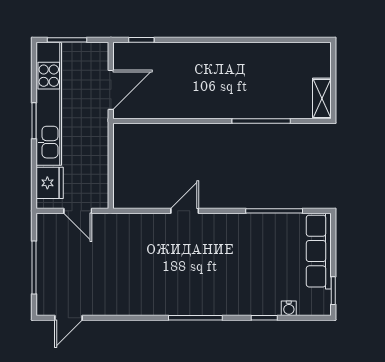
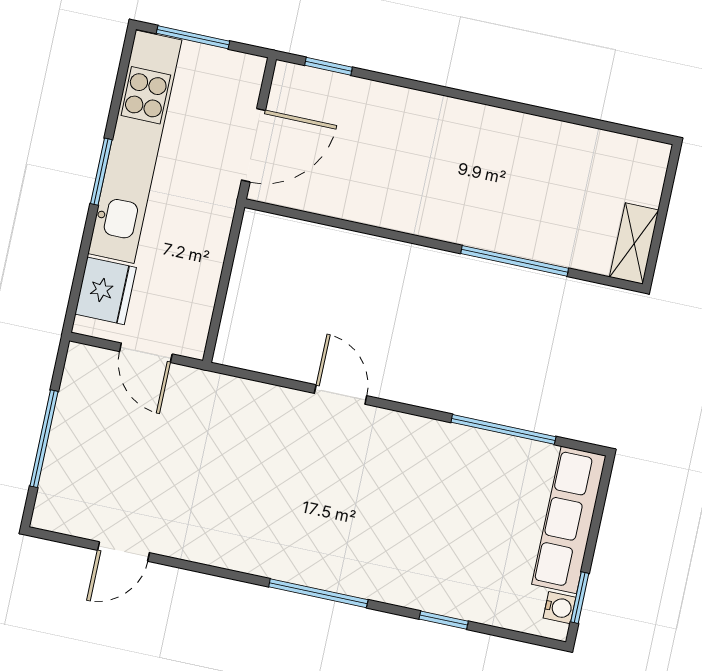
door: (185, 211) -> (341, 395), hinge flipped
water cooler: (289, 308) -> (560, 608), moved, turned -90
door: (69, 318) -> (124, 552), moved

